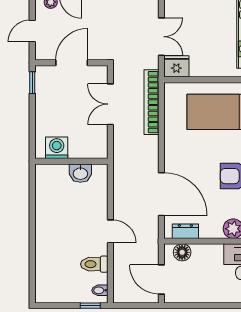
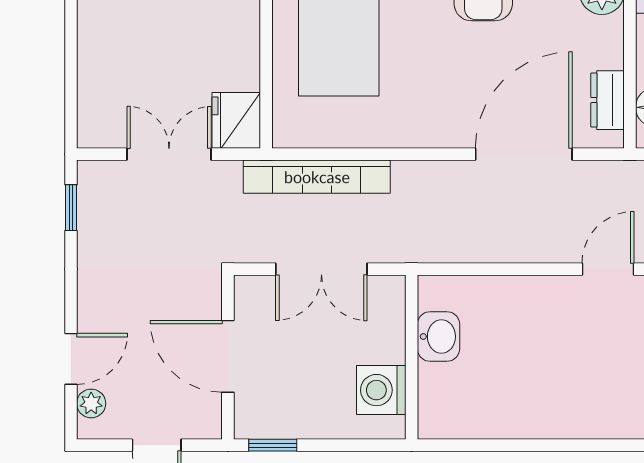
washing machine: (57, 148) -> (381, 390), moved
wall: (71, 161) -> (412, 357), moved
washbasin: (80, 173) -> (438, 337), moved

